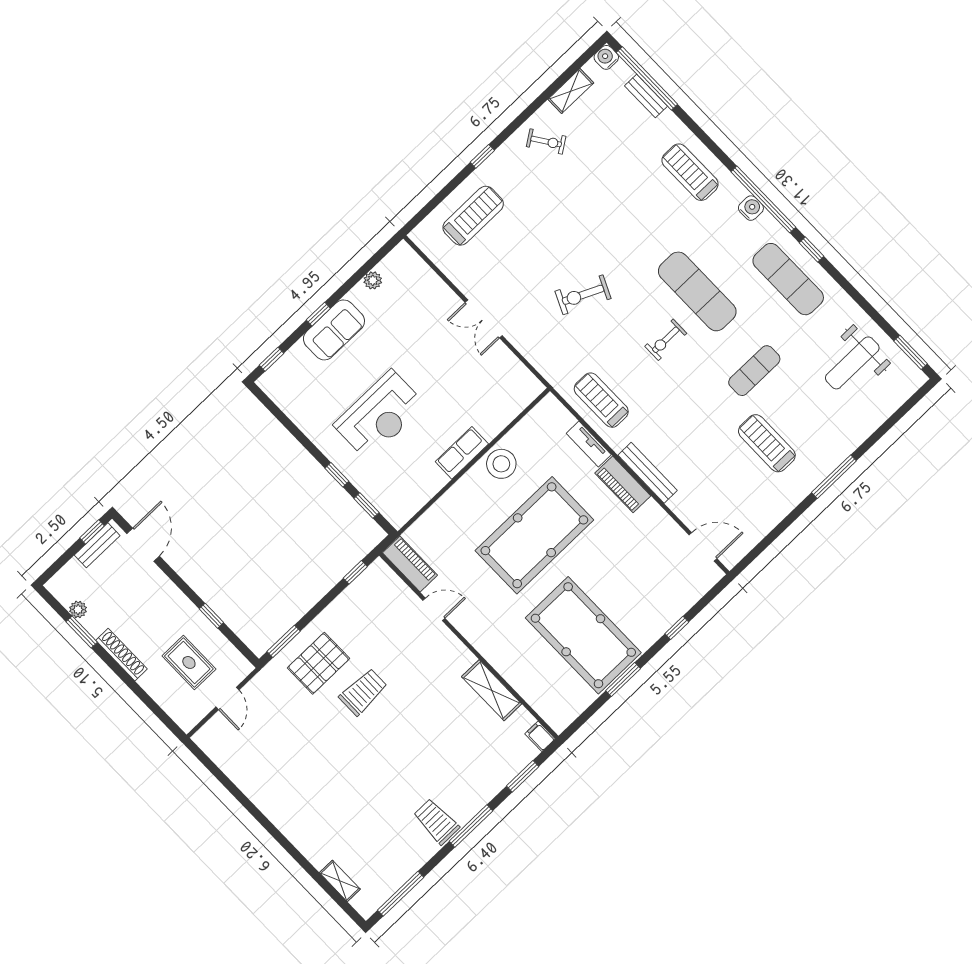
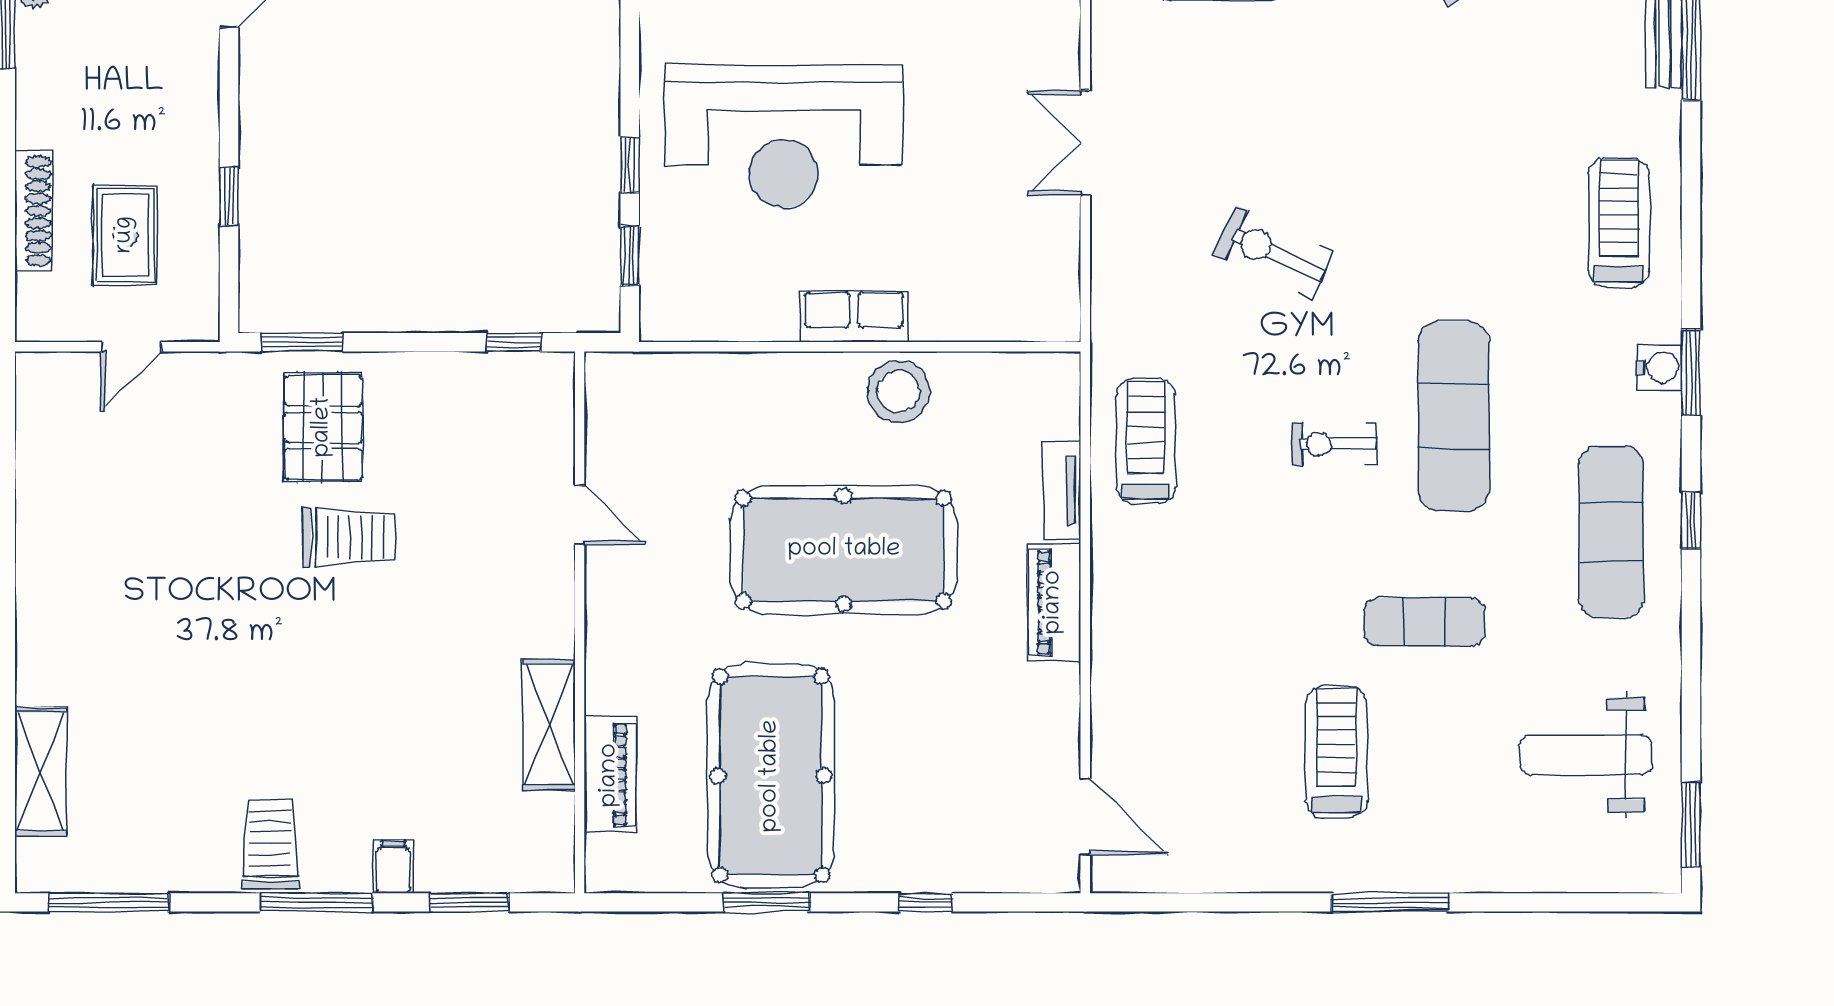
window: (763, 199) -> (1691, 373), width x0.47
reception desk: (380, 415) -> (784, 136), width x1.36, depth x1.30
bench: (648, 473) -> (1110, 621), removed
piano: (410, 564) -> (610, 775), moved
shoe rack: (122, 655) -> (34, 211), moved
pallet: (318, 663) -> (323, 427), turned 90
filing cabinet: (540, 736) -> (393, 867), moved
shelving: (340, 881) -> (41, 772), width x1.50, depth x1.33

